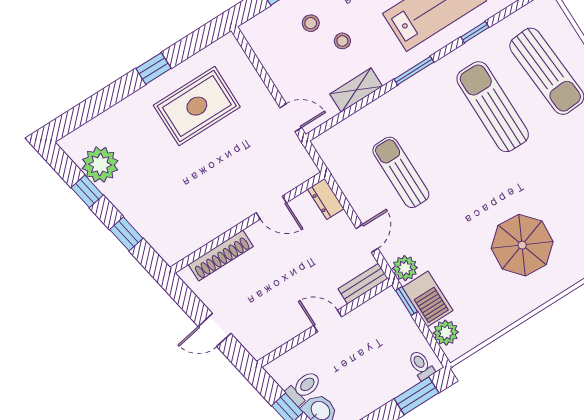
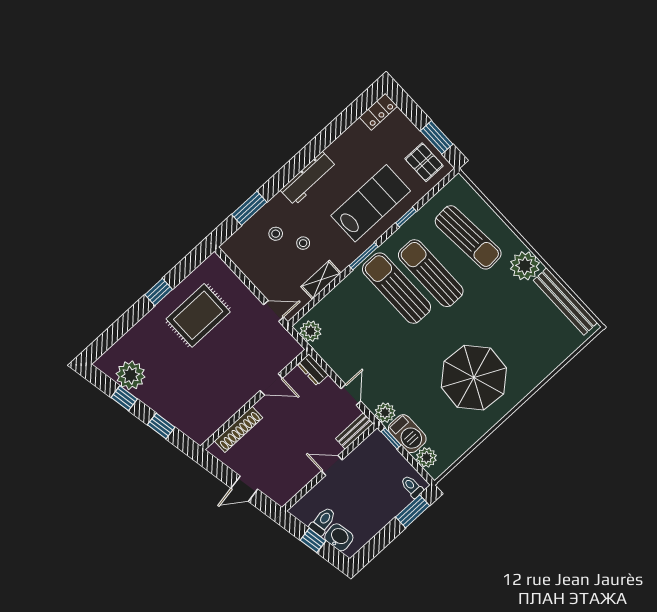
plant: (332, 151) -> (311, 331), added
sun lounger: (401, 172) -> (396, 288), moved, width x1.36, depth x1.34
parasol: (522, 245) -> (474, 378), width x1.36, depth x1.36

